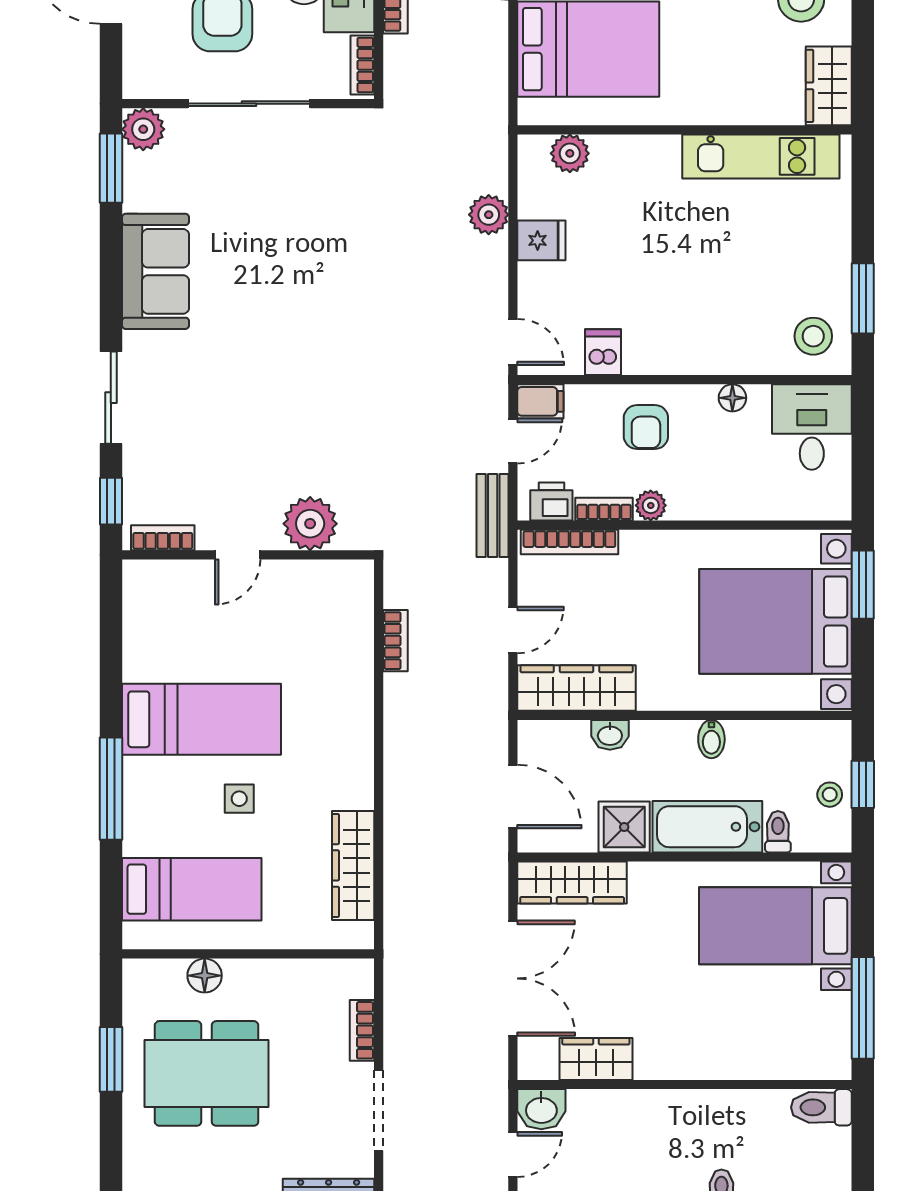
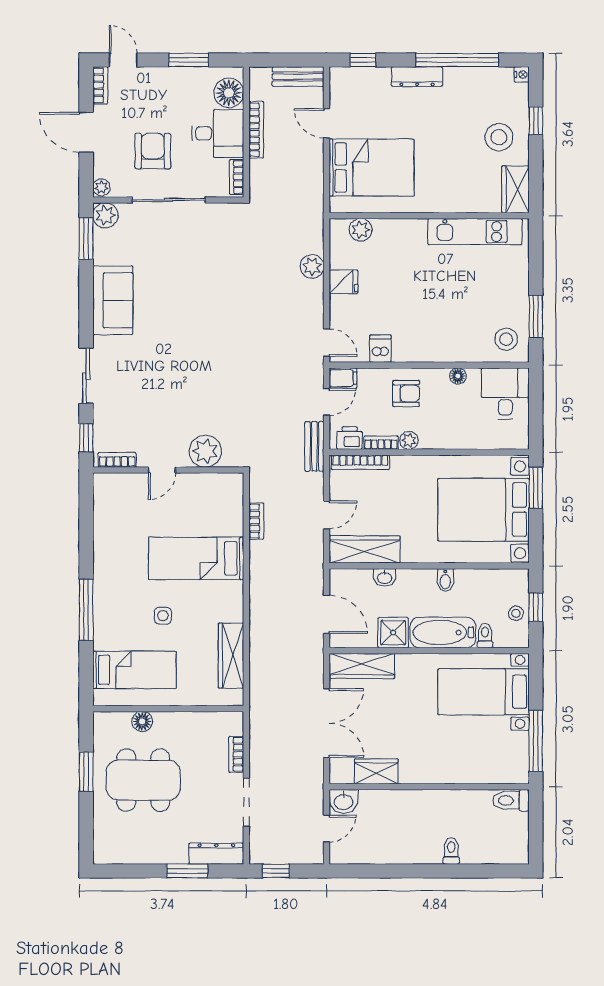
plant: (136, 82) -> (101, 187), added
armchair: (646, 427) -> (406, 393), turned -90
bed: (201, 719) -> (196, 558), moved, turned 180

